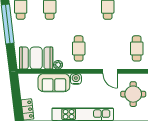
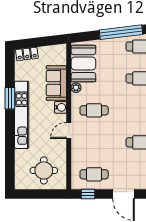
door: (110, 71) -> (69, 130), moved

